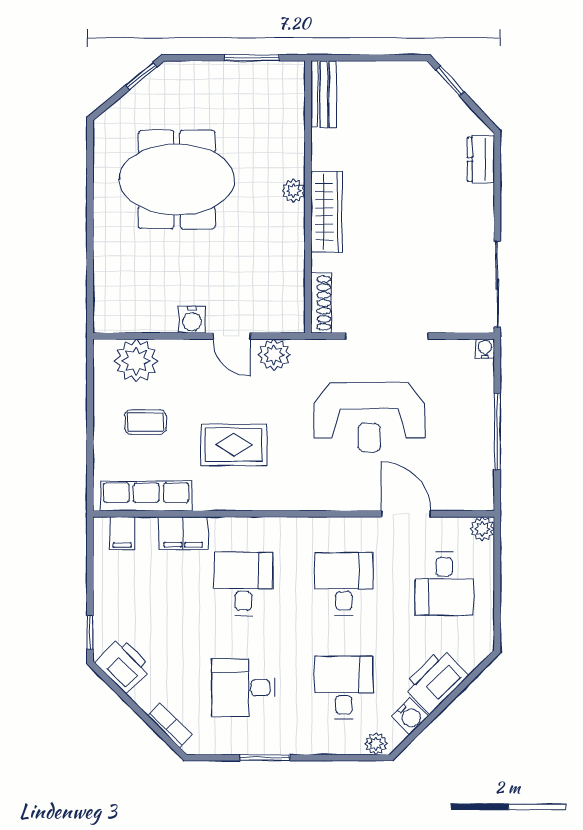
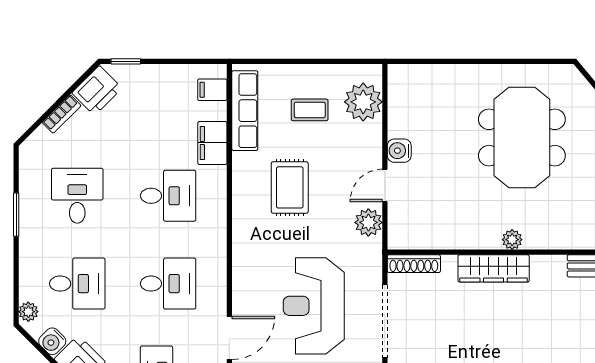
coffee table: (145, 422) -> (310, 110), turned 90
bookcase: (170, 725) -> (62, 114), moved

